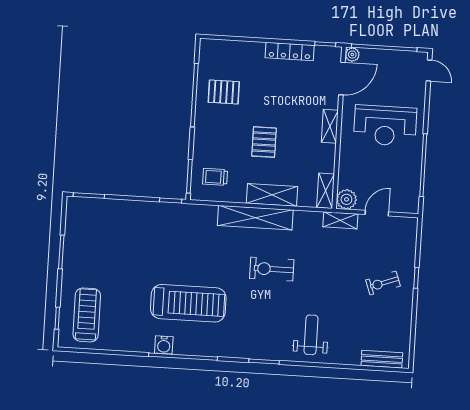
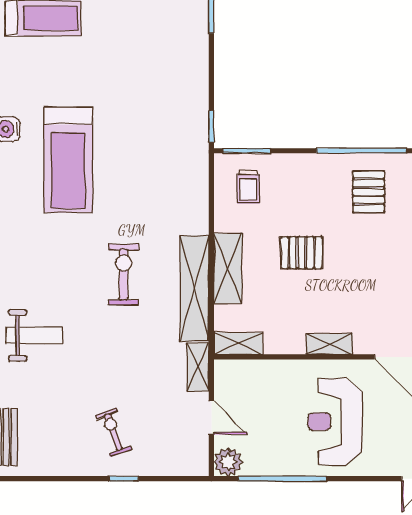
trolley: (215, 177) -> (248, 187), turned 180
plant: (346, 199) -> (228, 462), moved
shelving: (255, 218) -> (194, 288), moved

